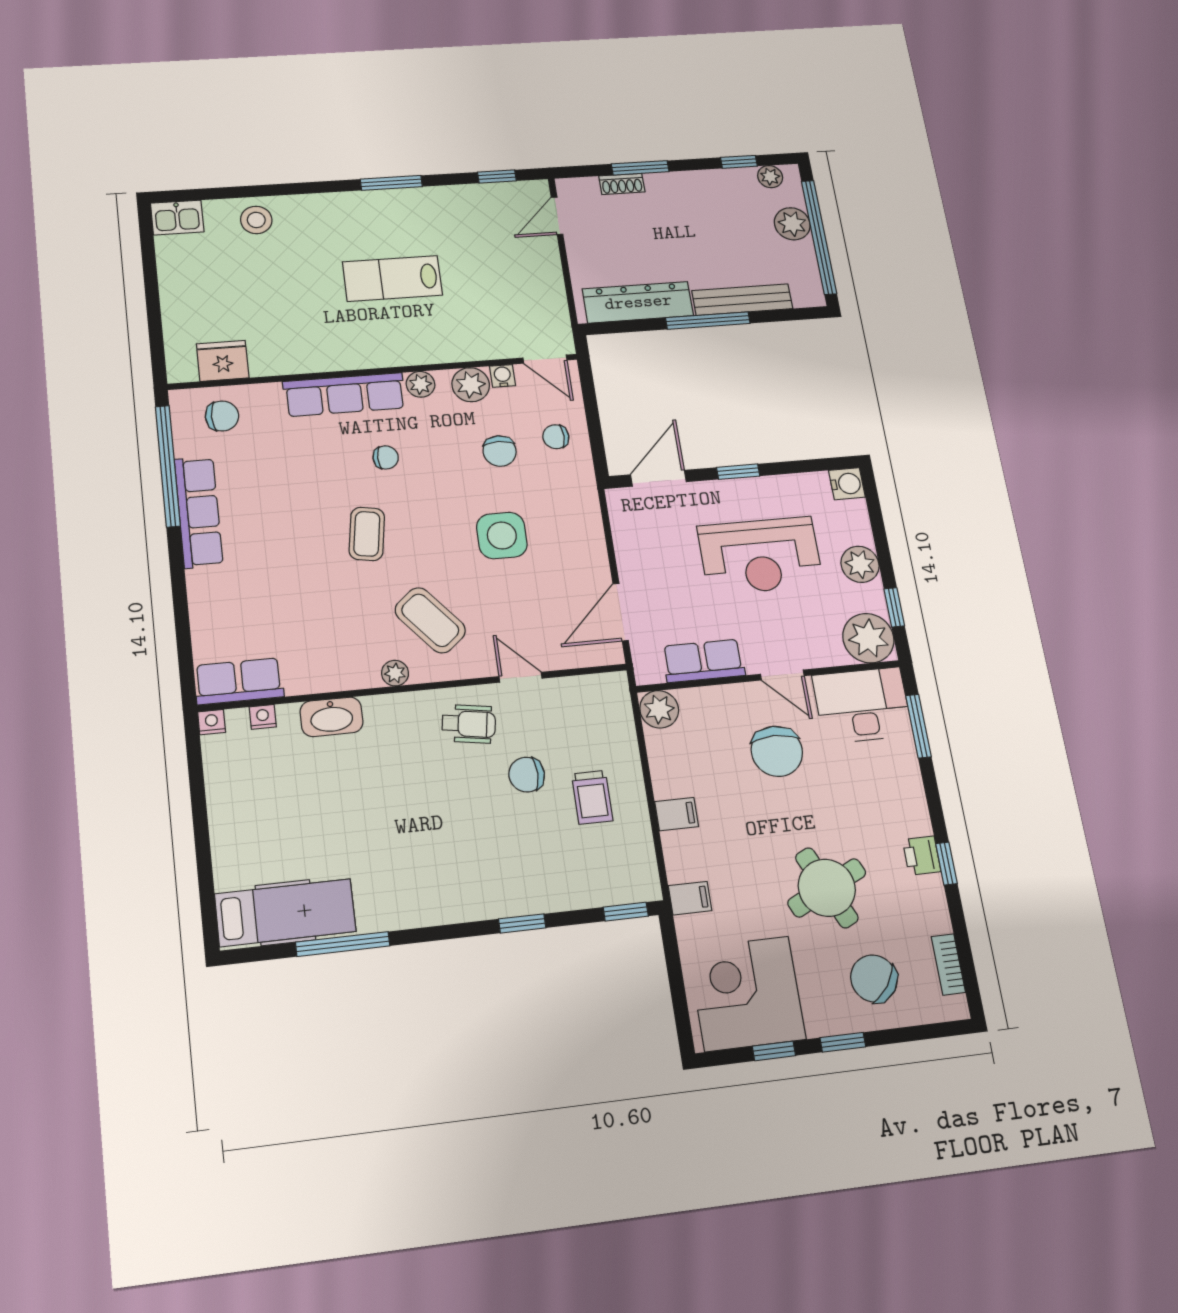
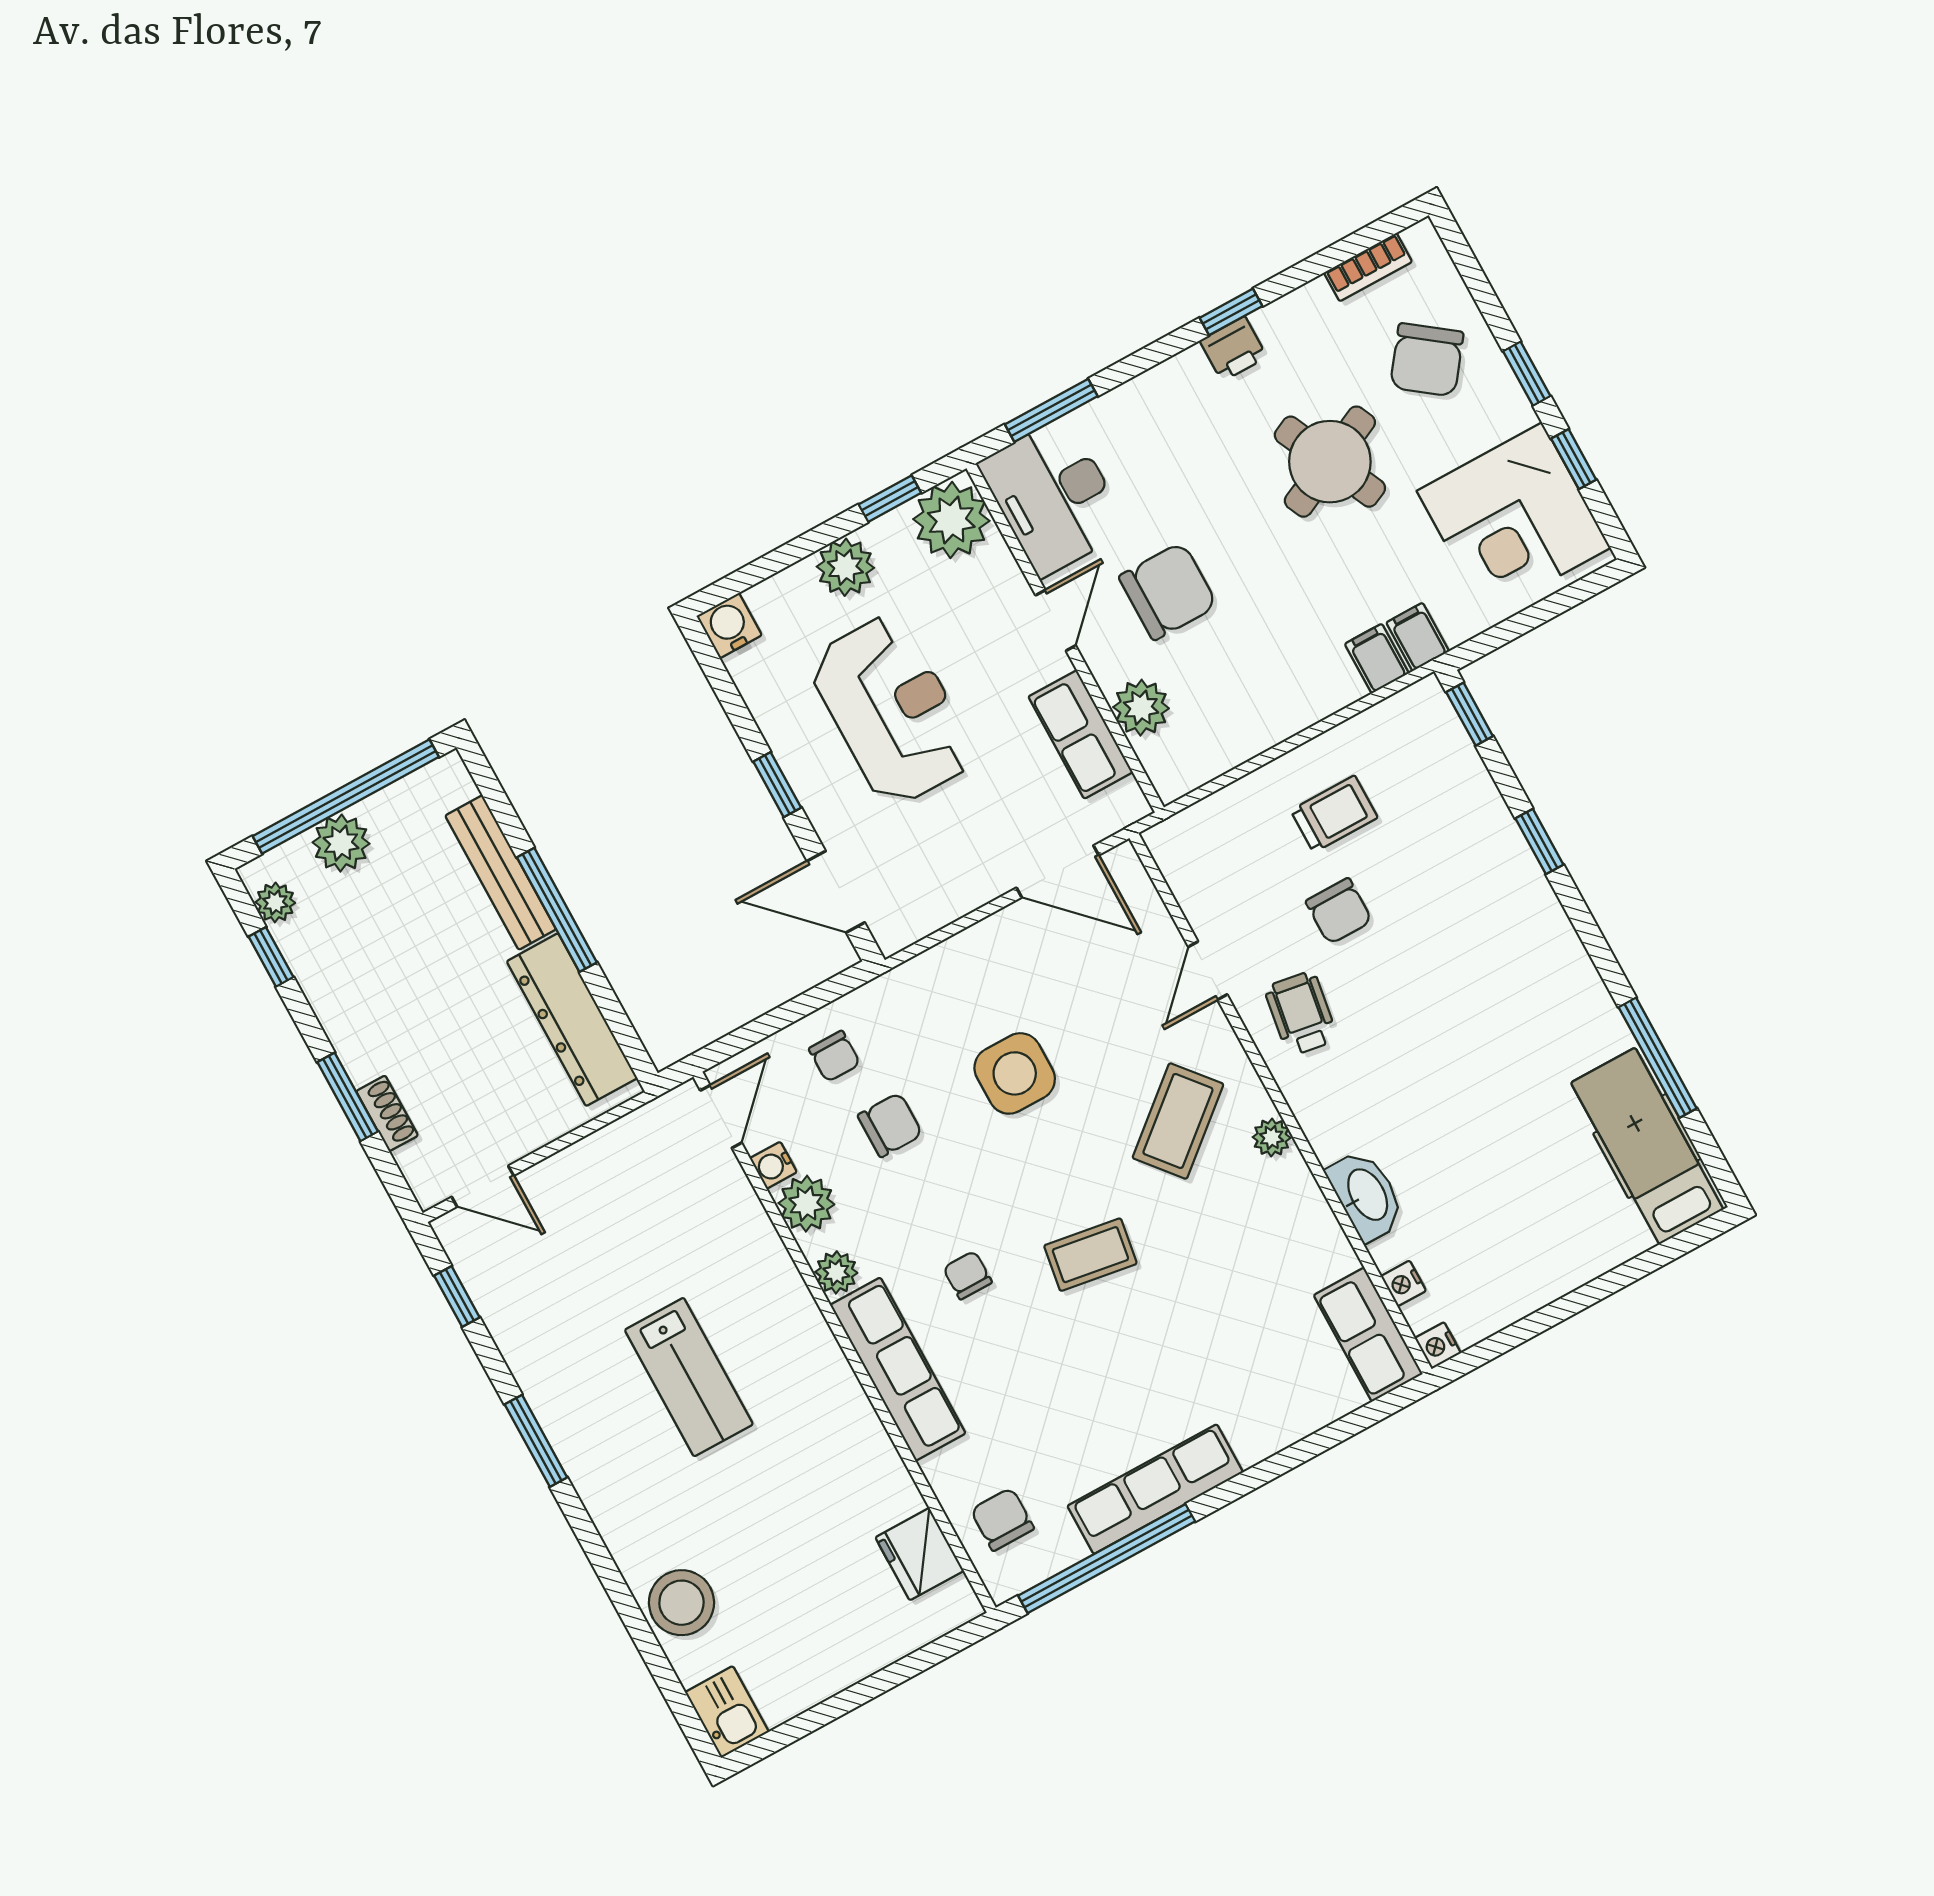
stool: (256, 220) -> (681, 1603), width x1.38, depth x1.38
plant: (659, 709) -> (1141, 708), moved
filing cabinet: (677, 814) -> (1377, 659), moved

